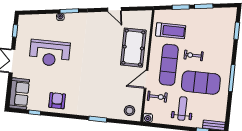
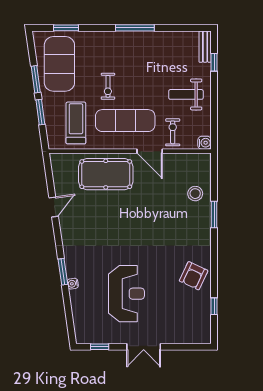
exercise mat: (201, 83) -> (59, 64), moved
sofa: (19, 94) -> (189, 331), removed
armchair: (57, 101) -> (194, 276), turned -65
stool: (130, 111) -> (195, 194), moved

